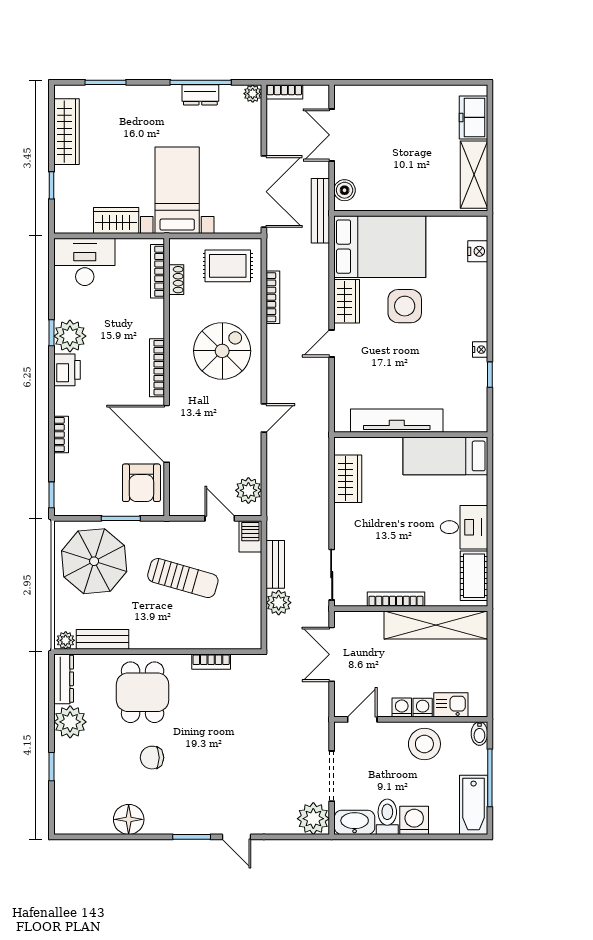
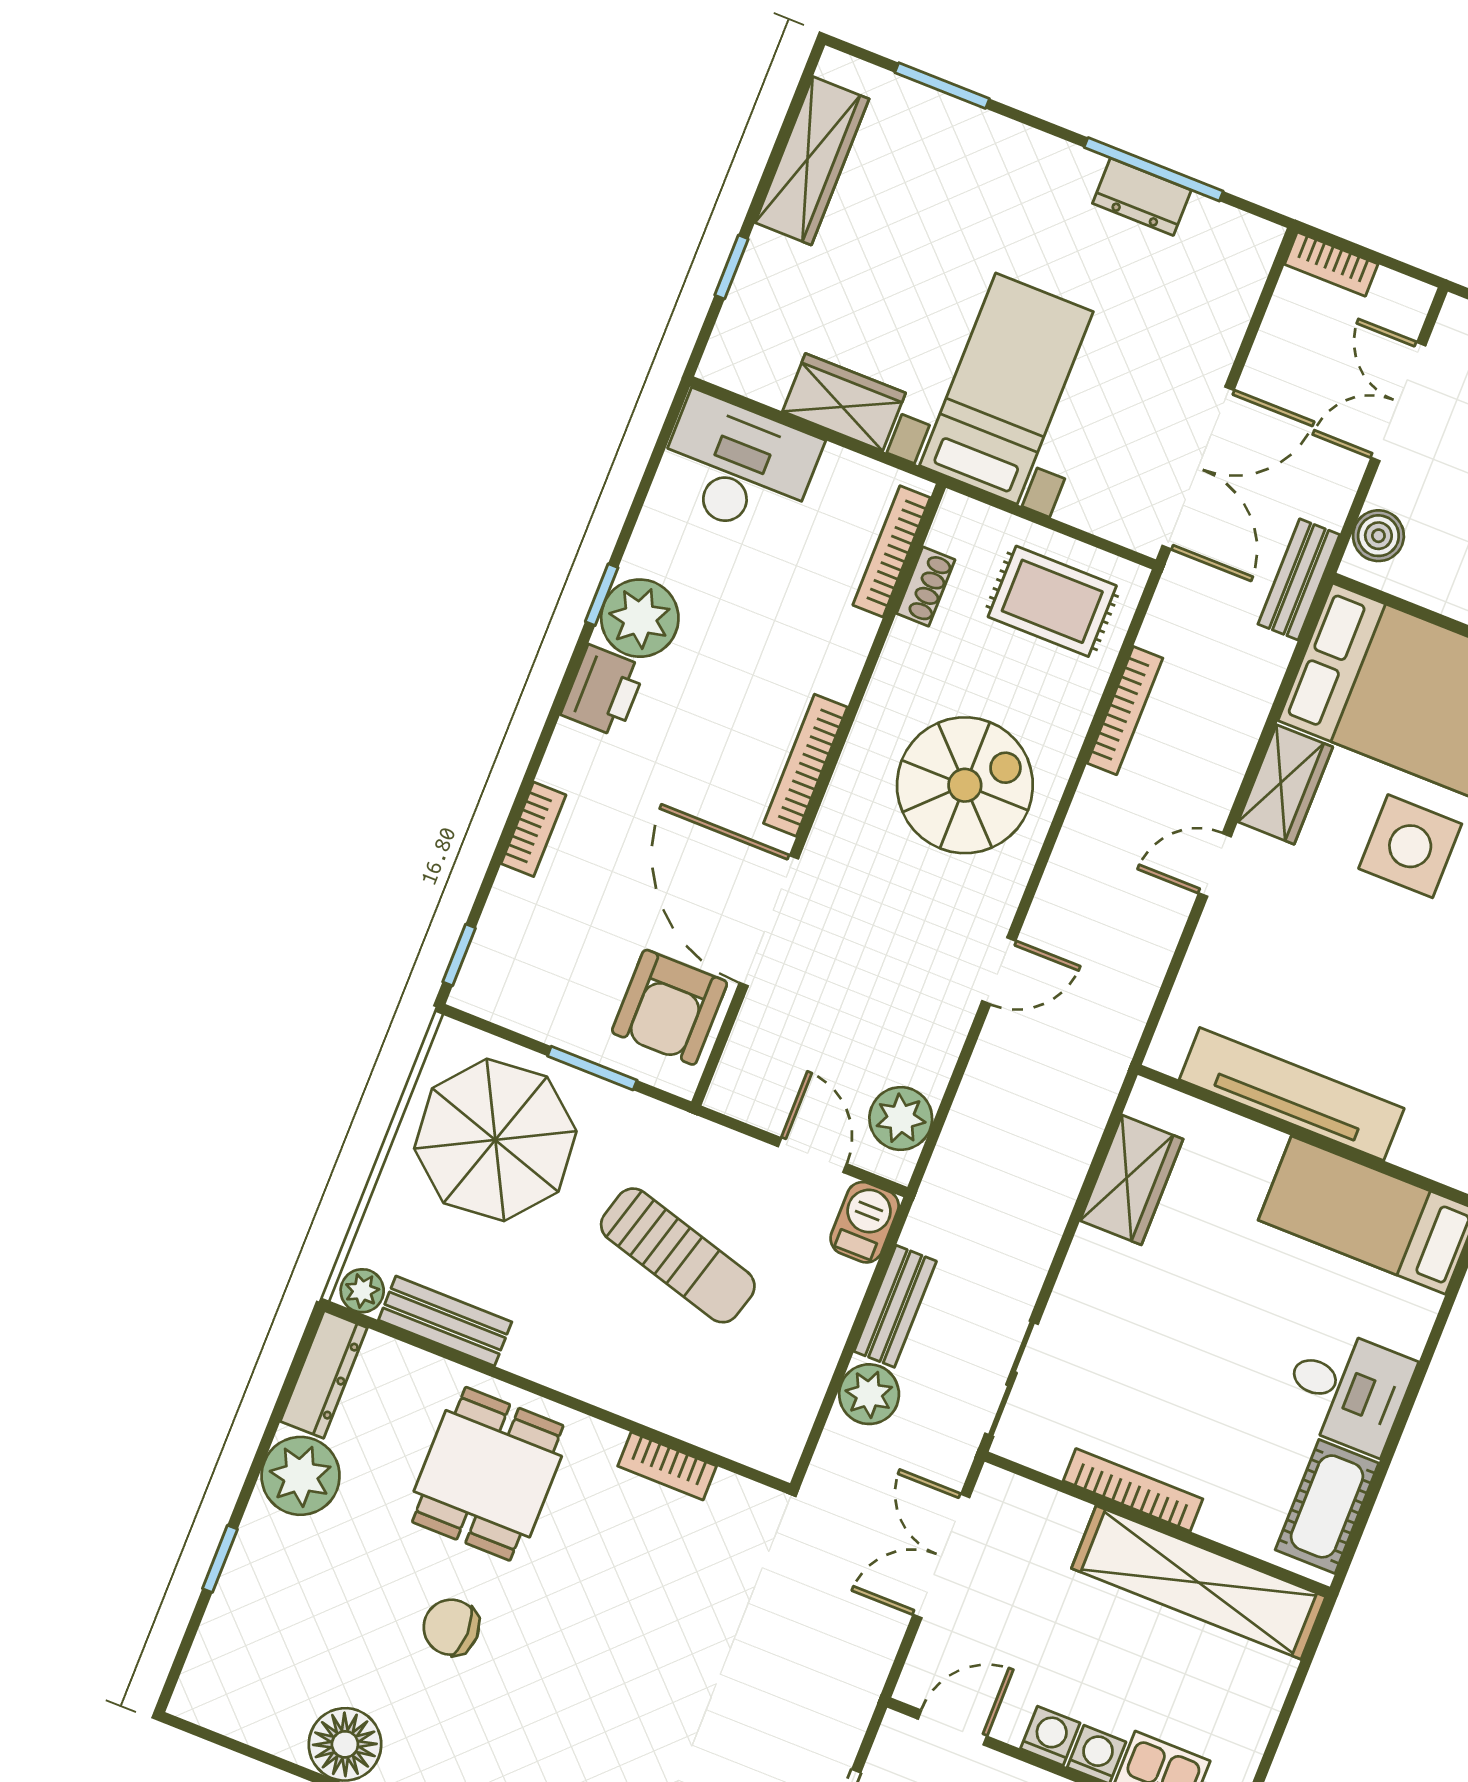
plant: (253, 94) -> (1259, 240), removed
bench: (320, 211) -> (1299, 579), width x0.73

